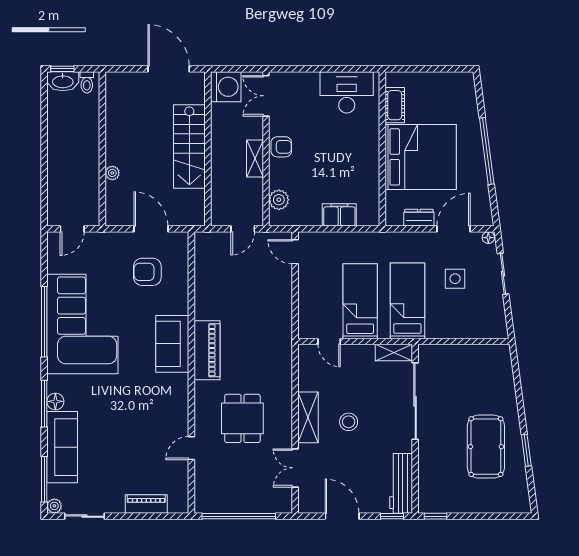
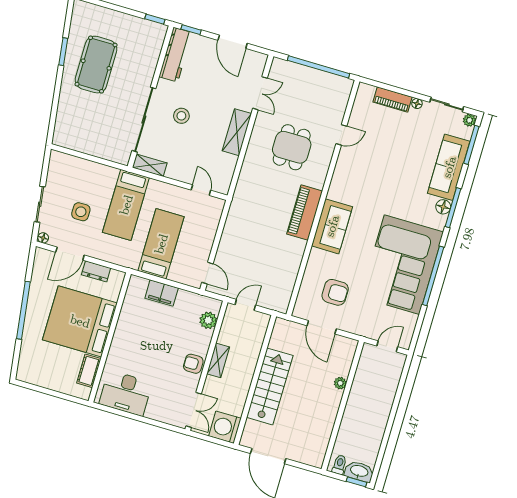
bed: (360, 301) -> (161, 244), moved, turned 180
stool: (349, 422) -> (181, 116), moved
floor lamp: (118, 507) -> (417, 104), added

